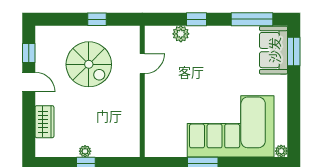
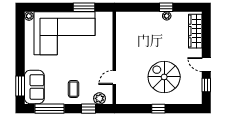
coffee table: (218, 47) -> (74, 89), added
door: (142, 64) -> (114, 77), moved
wall: (142, 91) -> (114, 58), moved
wardrobe: (44, 122) -> (195, 31), width x1.50

